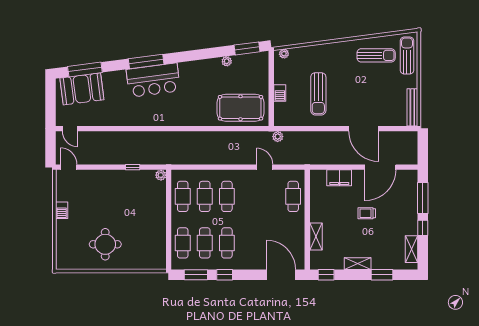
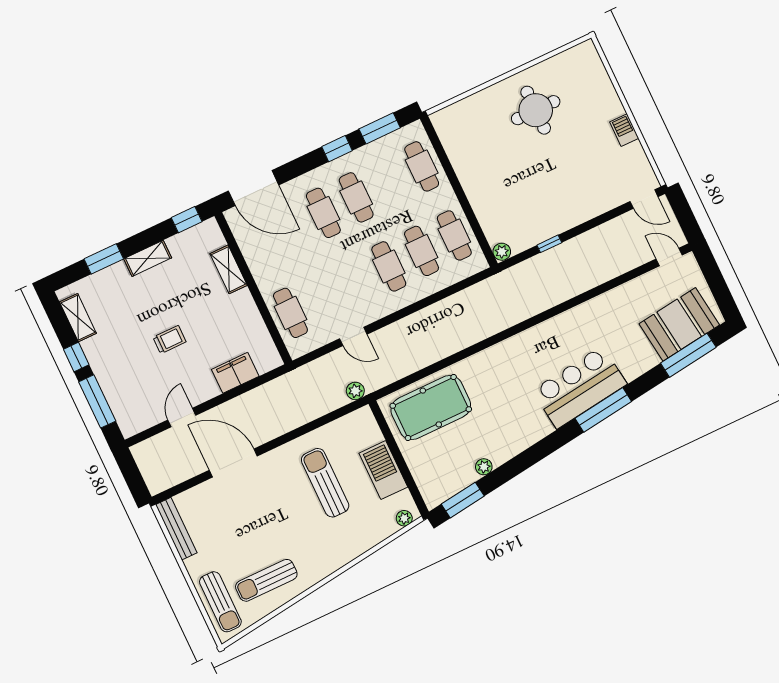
barbecue: (280, 93) -> (383, 470), width x1.88, depth x1.53
door: (380, 167) -> (182, 418), width x0.53
cafe table: (205, 243) -> (323, 213), moved

